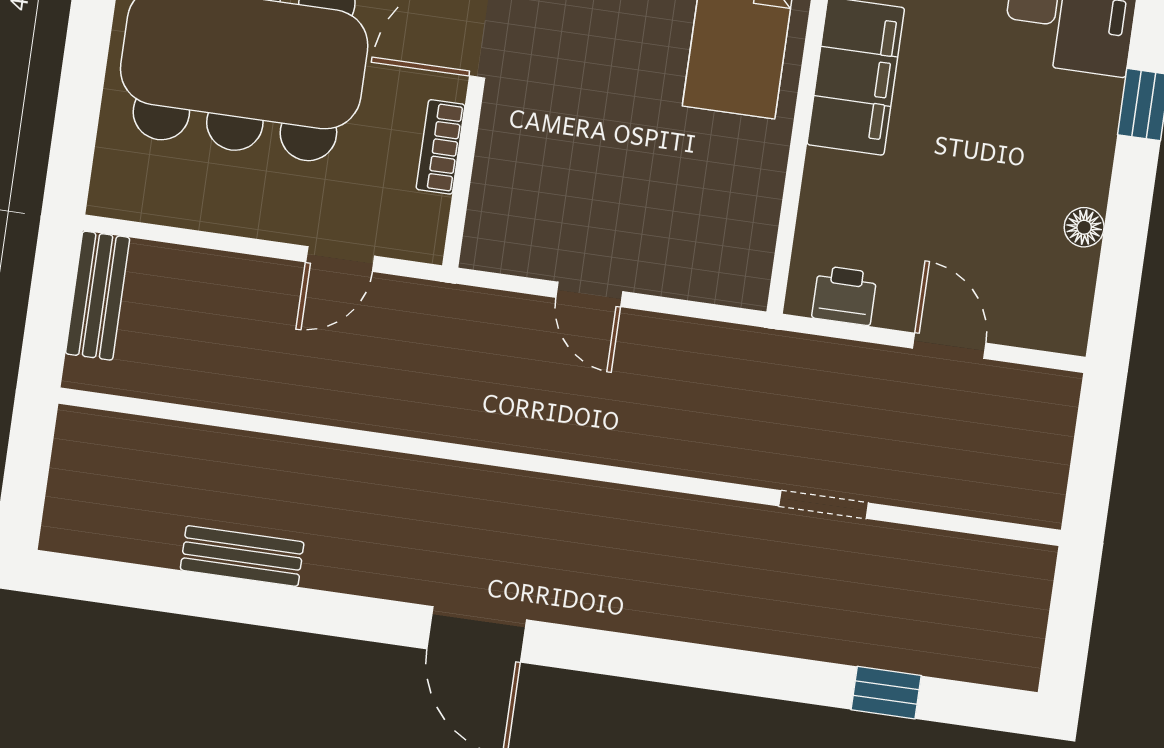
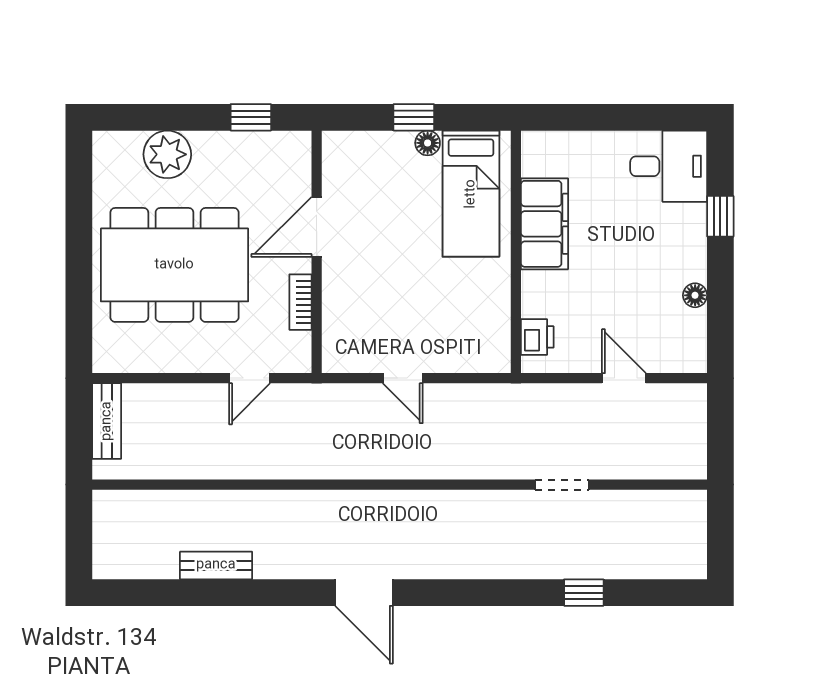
printer: (844, 295) -> (537, 337), moved, turned 90
window: (886, 693) -> (584, 593), moved

